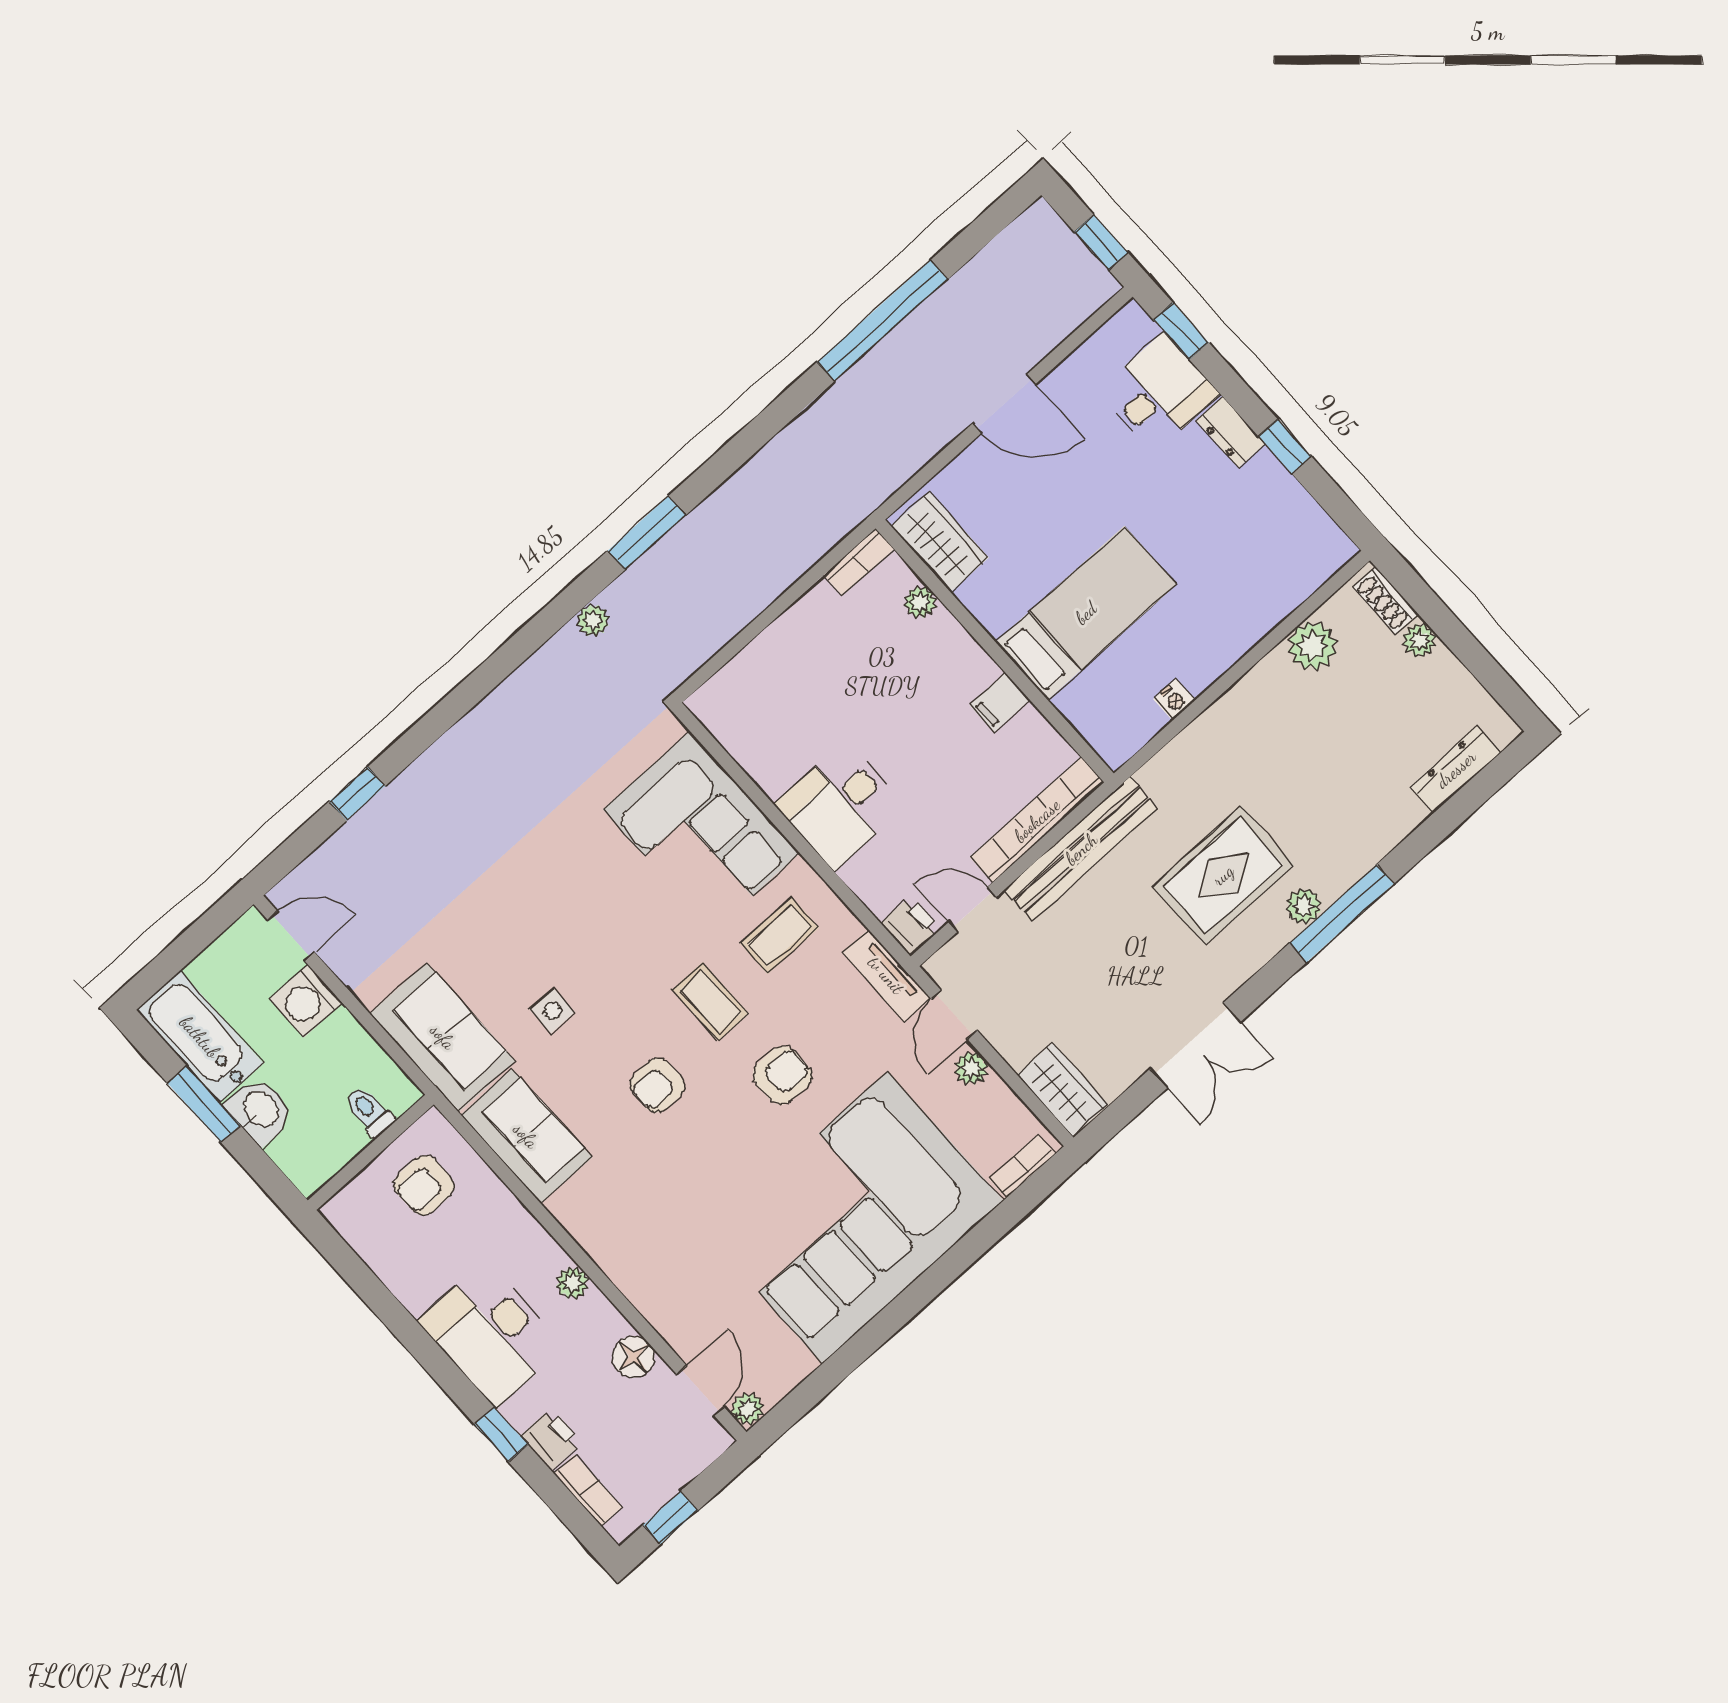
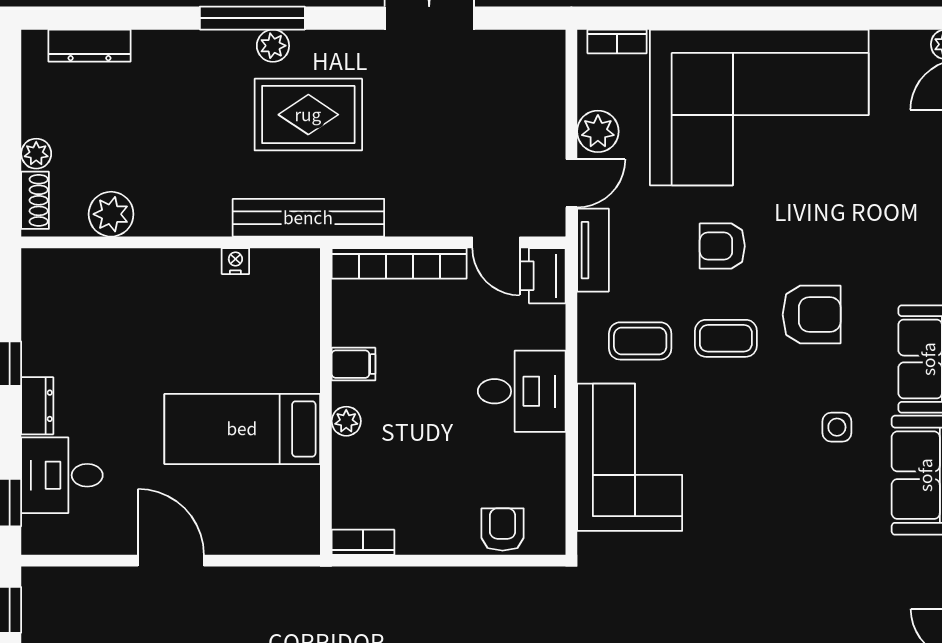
wardrobe: (940, 542) -> (297, 507), removed
plant: (920, 602) -> (346, 421), moved
bed: (1086, 613) -> (242, 429), moved
armchair: (753, 677) -> (503, 530), added
bench: (1081, 849) -> (308, 218), moved
printer: (911, 926) -> (543, 276), width x1.36, depth x1.24
coffee table: (710, 1001) -> (726, 338), turned 90
plant: (971, 1068) -> (598, 131), width x1.38, depth x1.38
armchair: (657, 1085) -> (812, 315), width x1.38, depth x1.38
wardrobe: (1062, 1090) -> (544, 68), removed

